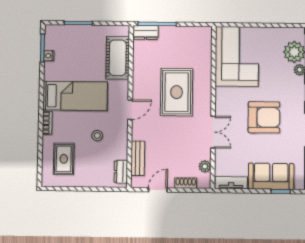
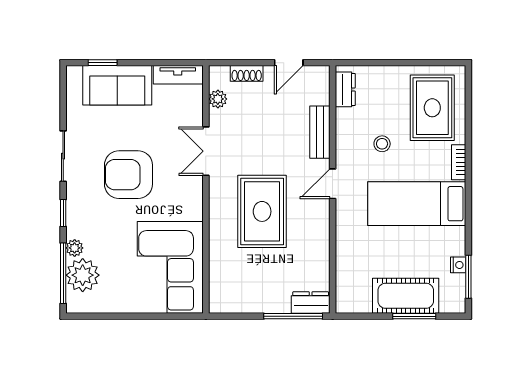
cot: (118, 58) -> (406, 296), moved, turned 90
bench: (138, 158) -> (320, 132), moved
rug: (64, 159) -> (432, 108), width x1.36, depth x1.43

